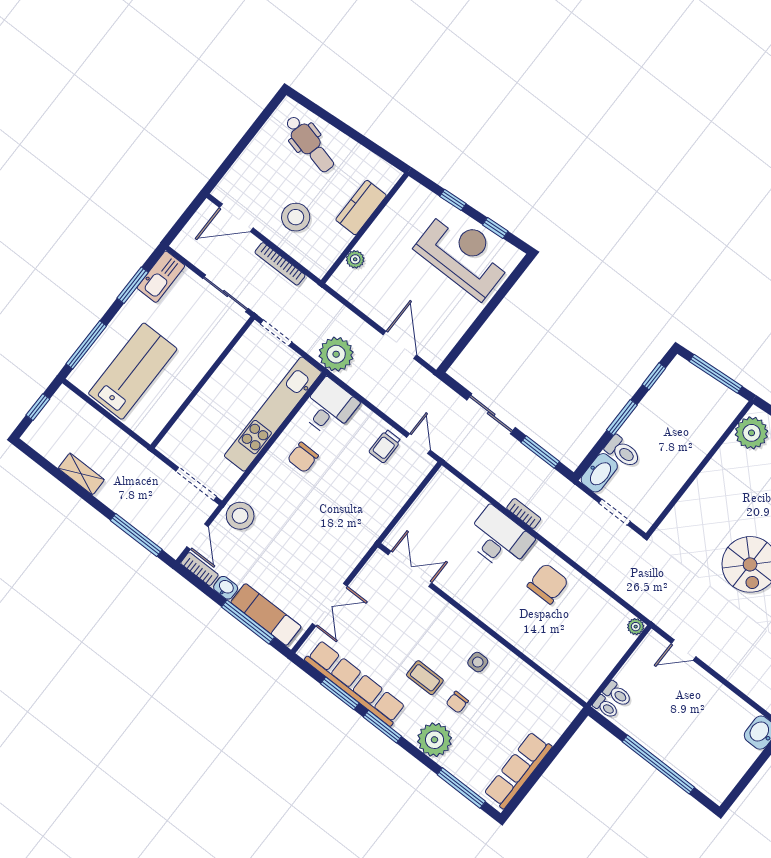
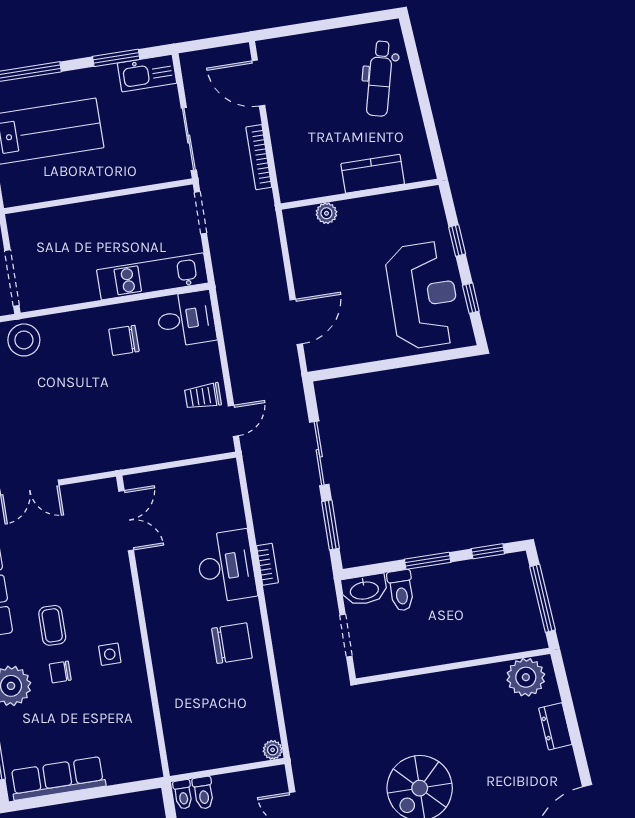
stool: (296, 217) -> (309, 130), removed
plant: (336, 354) -> (235, 279), removed
kitchen unit: (273, 414) -> (152, 276), width x0.73

